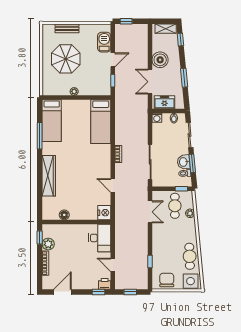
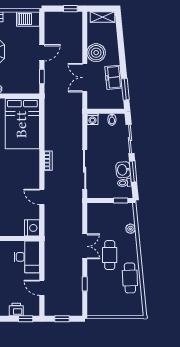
window: (126, 21) -> (70, 9), moved
window: (180, 40) -> (119, 29), removed
barbecue: (104, 42) -> (28, 19), moved, turned -90
window: (184, 78) -> (125, 89), moved
freezer: (165, 102) -> (113, 77), moved, turned -95
bed: (101, 122) -> (22, 124), width x1.50
cafe table: (175, 206) -> (110, 255), moved
double door: (150, 212) -> (85, 246), moved
chair: (167, 280) -> (104, 305), removed
side table: (191, 281) -> (131, 306), removed
printer: (105, 284) -> (16, 309), moved

